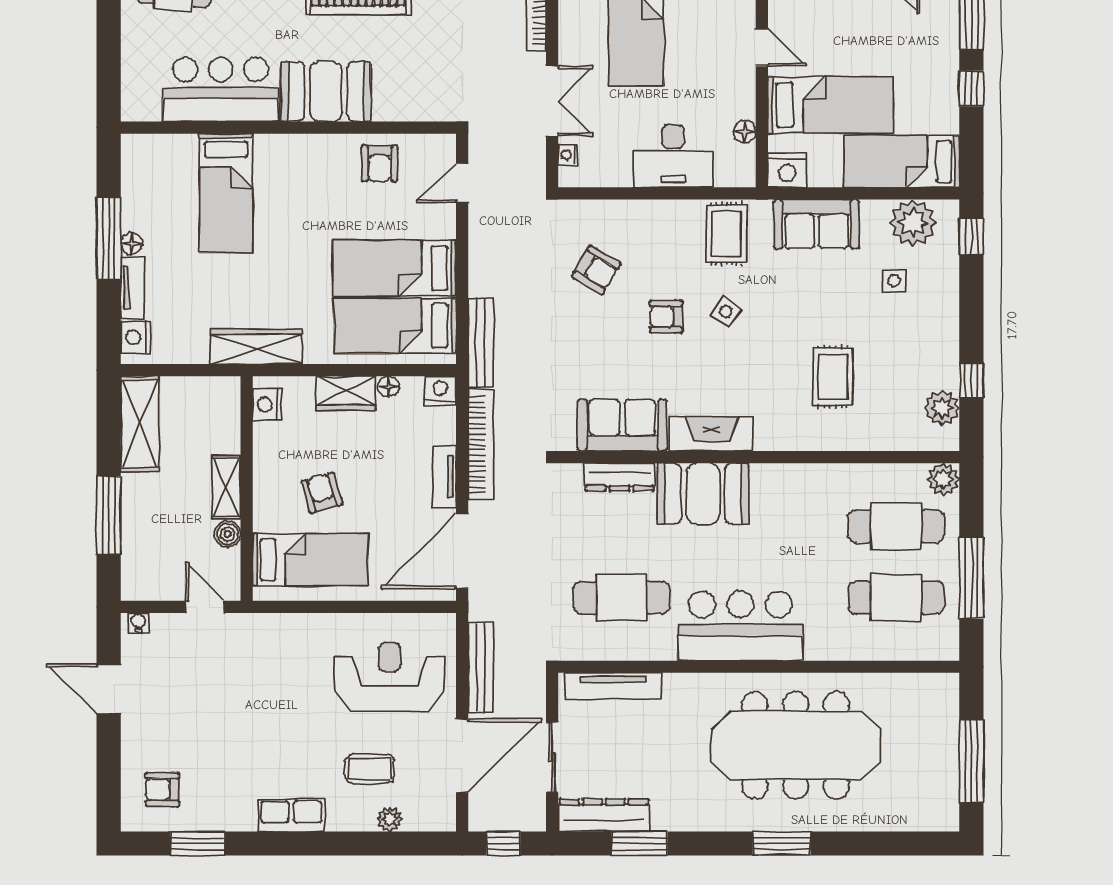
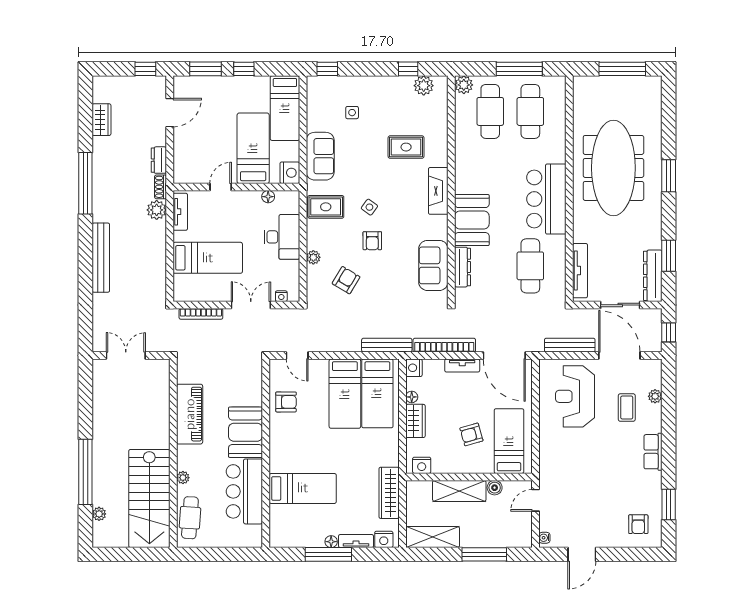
plant: (913, 223) -> (313, 257), moved, width x0.53, depth x0.53
wardrobe: (256, 347) -> (389, 493), moved
fireplace: (711, 434) -> (438, 191), moved
shelving: (226, 487) -> (459, 491), width x1.50, depth x1.33

